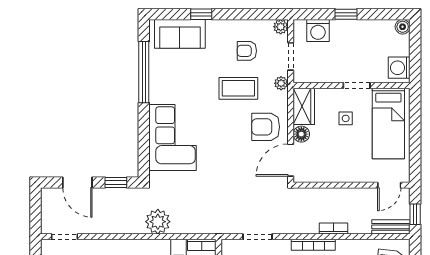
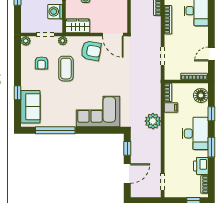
washing machine: (318, 30) -> (55, 12), moved, turned 180
armchair: (266, 127) -> (91, 51), turned -80
floor lamp: (301, 134) -> (96, 28), removed

